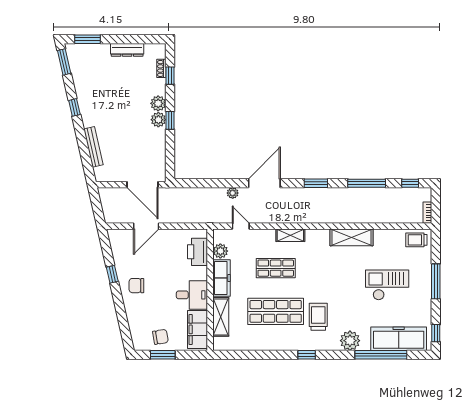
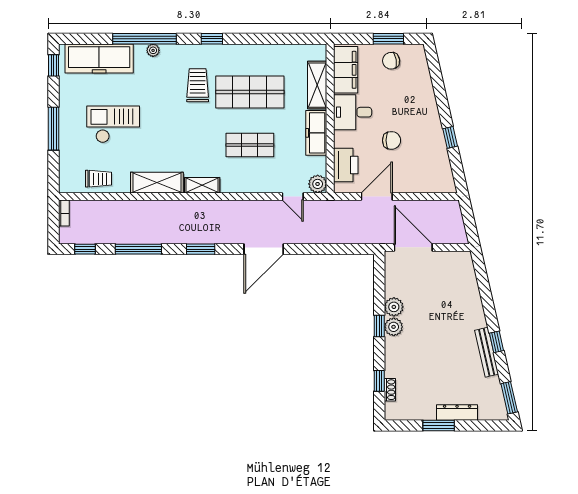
window: (88, 39) -> (439, 426), moved
dresser: (127, 50) -> (457, 412), moved
plant: (158, 103) -> (394, 307), moved
bench: (93, 147) -> (487, 352), moved
plant: (233, 193) -> (303, 237), removed
door: (146, 226) -> (377, 197), moved
shelving: (290, 235) -> (202, 185), moved
trolley: (416, 240) -> (99, 179), moved
plant: (220, 251) -> (318, 184), moved
checkout: (387, 285) -> (113, 124), turned 180
chair: (136, 286) -> (392, 140), moved
trolley: (318, 317) -> (198, 85), turned 180
plant: (350, 341) -> (153, 50), width x0.53, depth x0.53
window: (381, 355) -> (145, 39), moved

